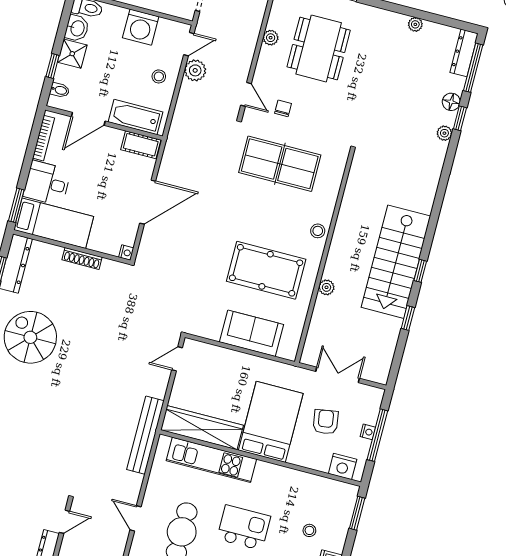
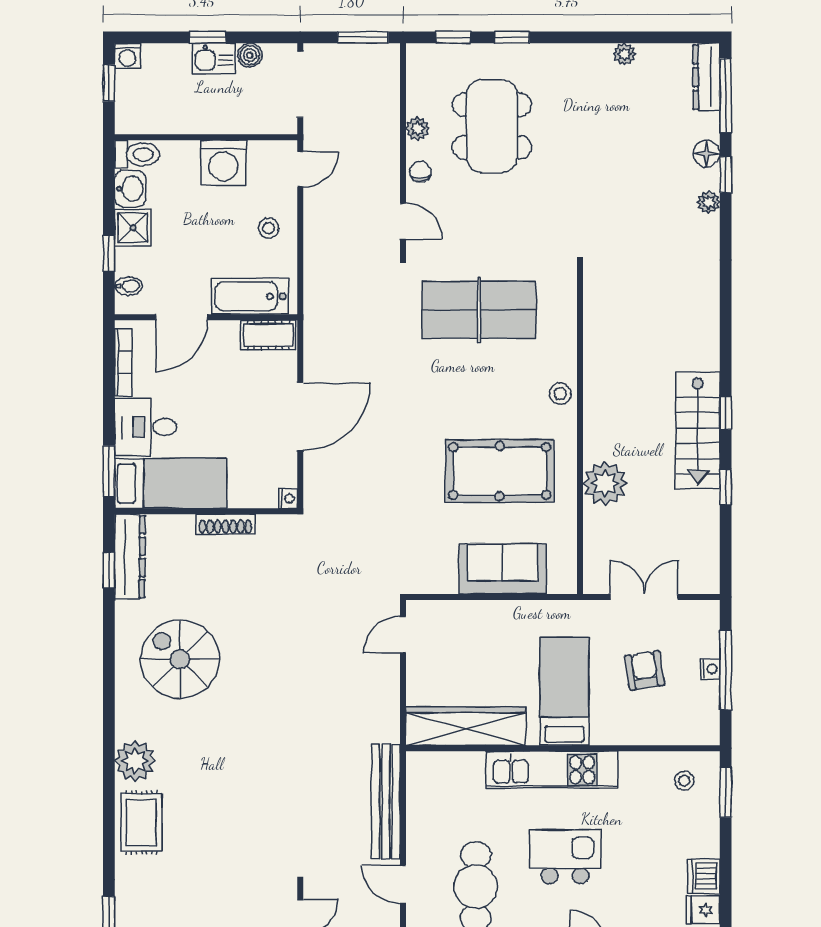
plant: (195, 70) -> (319, 205), removed
chair: (283, 108) -> (420, 172), moved
stairs: (396, 262) -> (698, 430), width x0.73, depth x0.66
plant: (326, 287) -> (605, 483), width x1.87, depth x1.87
bed: (271, 422) -> (564, 691), width x0.67
bench: (145, 435) -> (386, 801), moved
kitchen unit: (211, 460) -> (552, 770), moved
nightstand: (343, 466) -> (687, 729), removed
stool: (309, 530) -> (684, 781), moved

